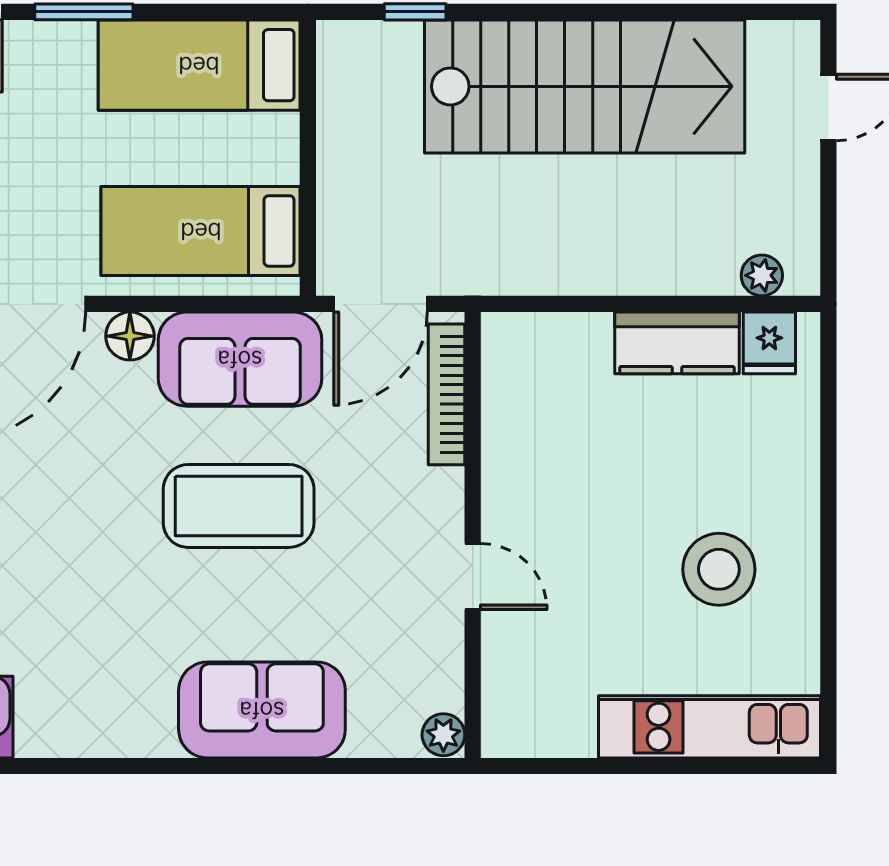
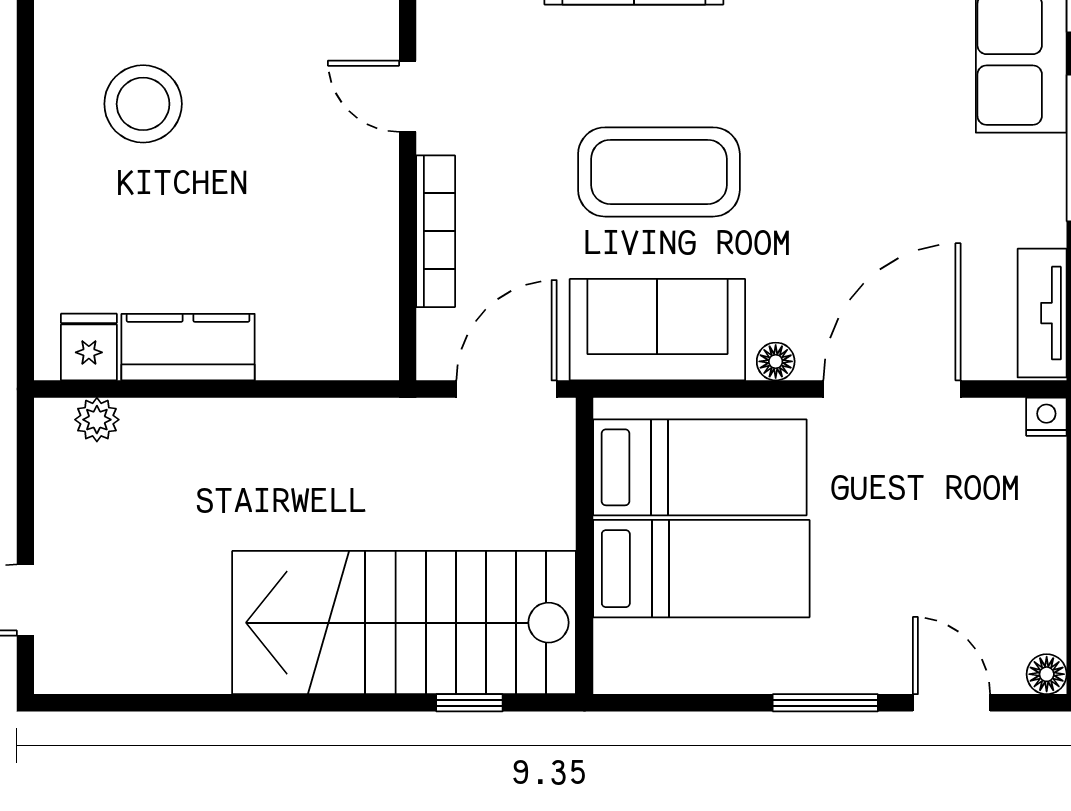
bed: (199, 65) -> (701, 569), moved
stairs: (585, 86) -> (404, 623), moved
floor lamp: (130, 336) -> (776, 361), width x0.73, depth x0.73
bookcase: (447, 394) -> (436, 231), moved

